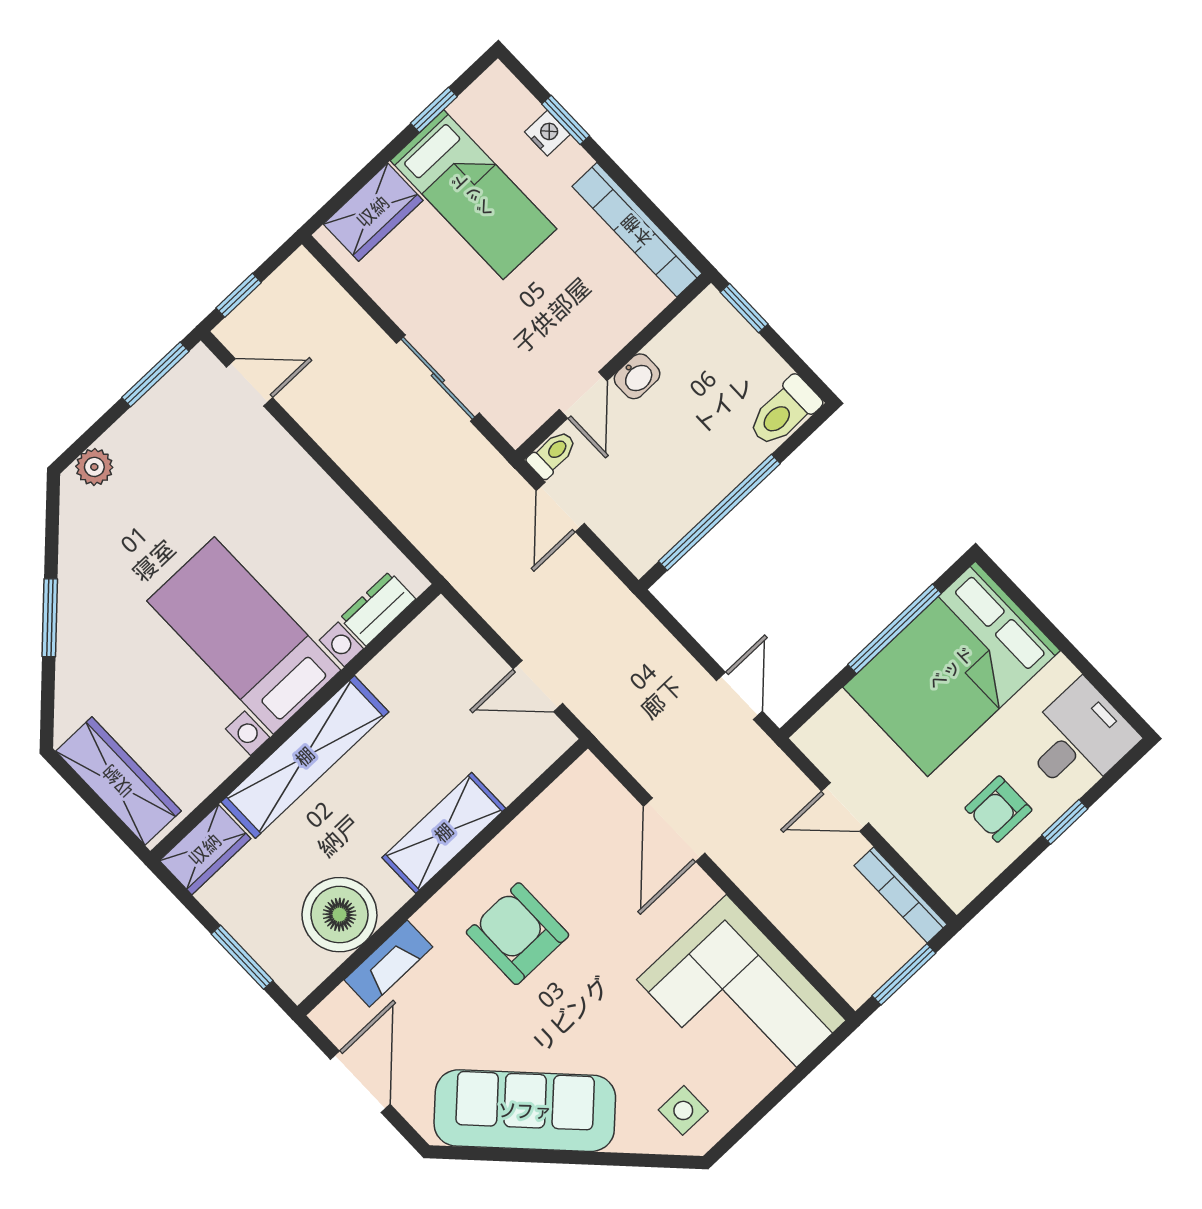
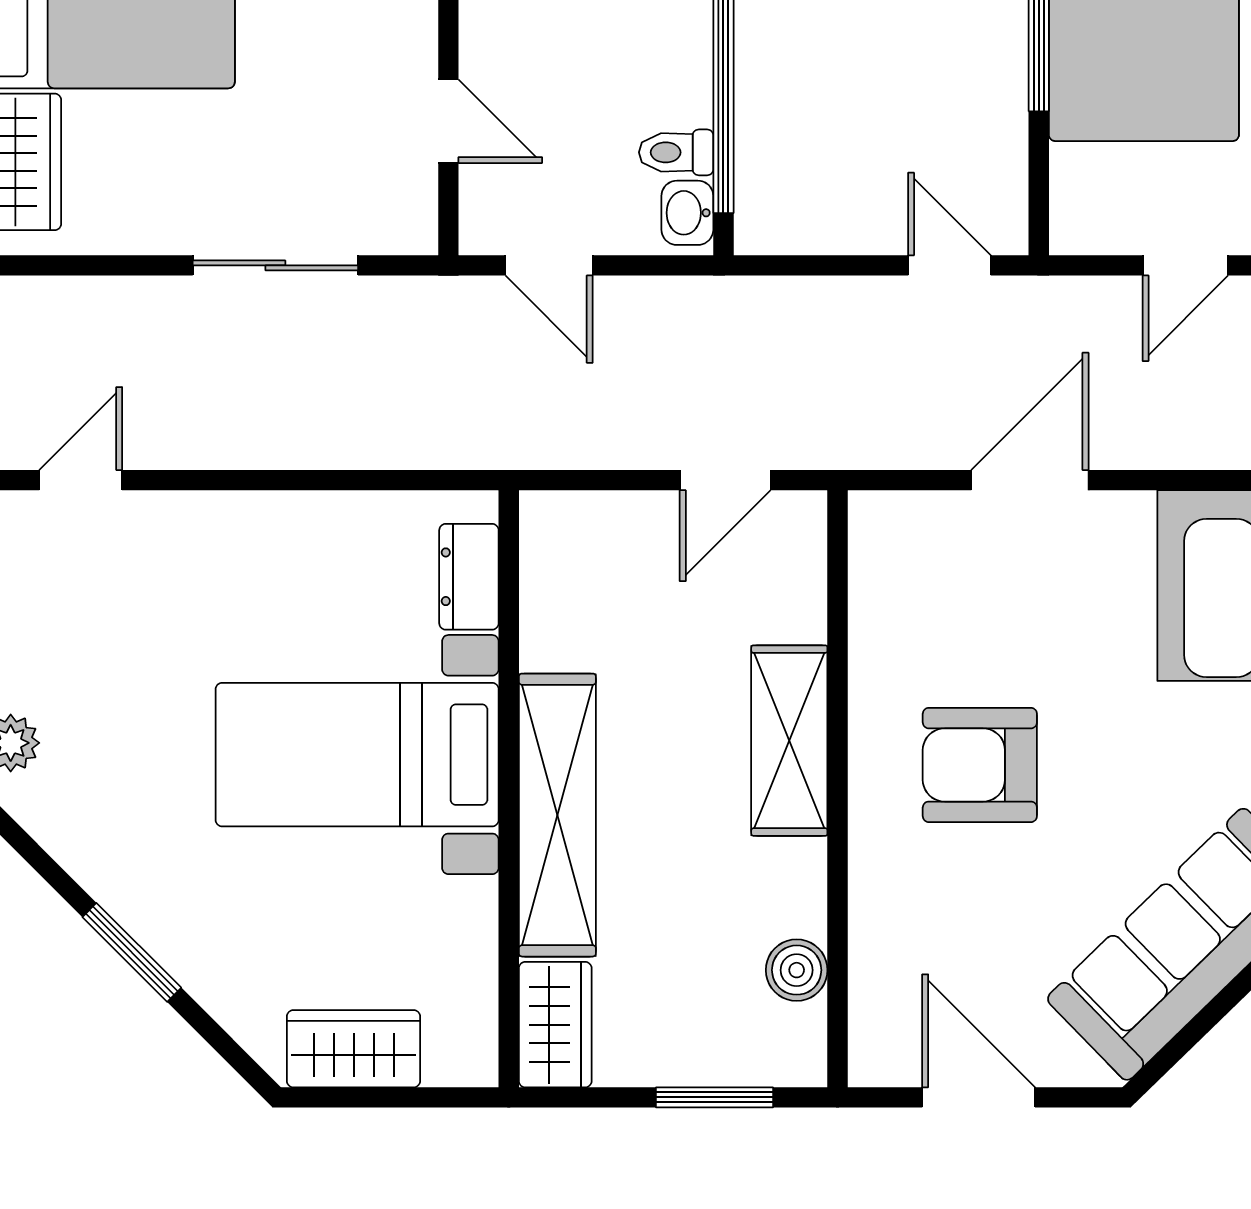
washbasin: (637, 376) -> (687, 213), moved, turned 180
toilet: (552, 454) -> (676, 152), moved, turned -90
wardrobe: (118, 781) -> (354, 1049), width x0.67
door: (674, 830) -> (1030, 480), swing flipped
boiler: (339, 915) -> (797, 970), width x0.54, depth x0.54
fireplace: (388, 963) -> (876, 941), removed

